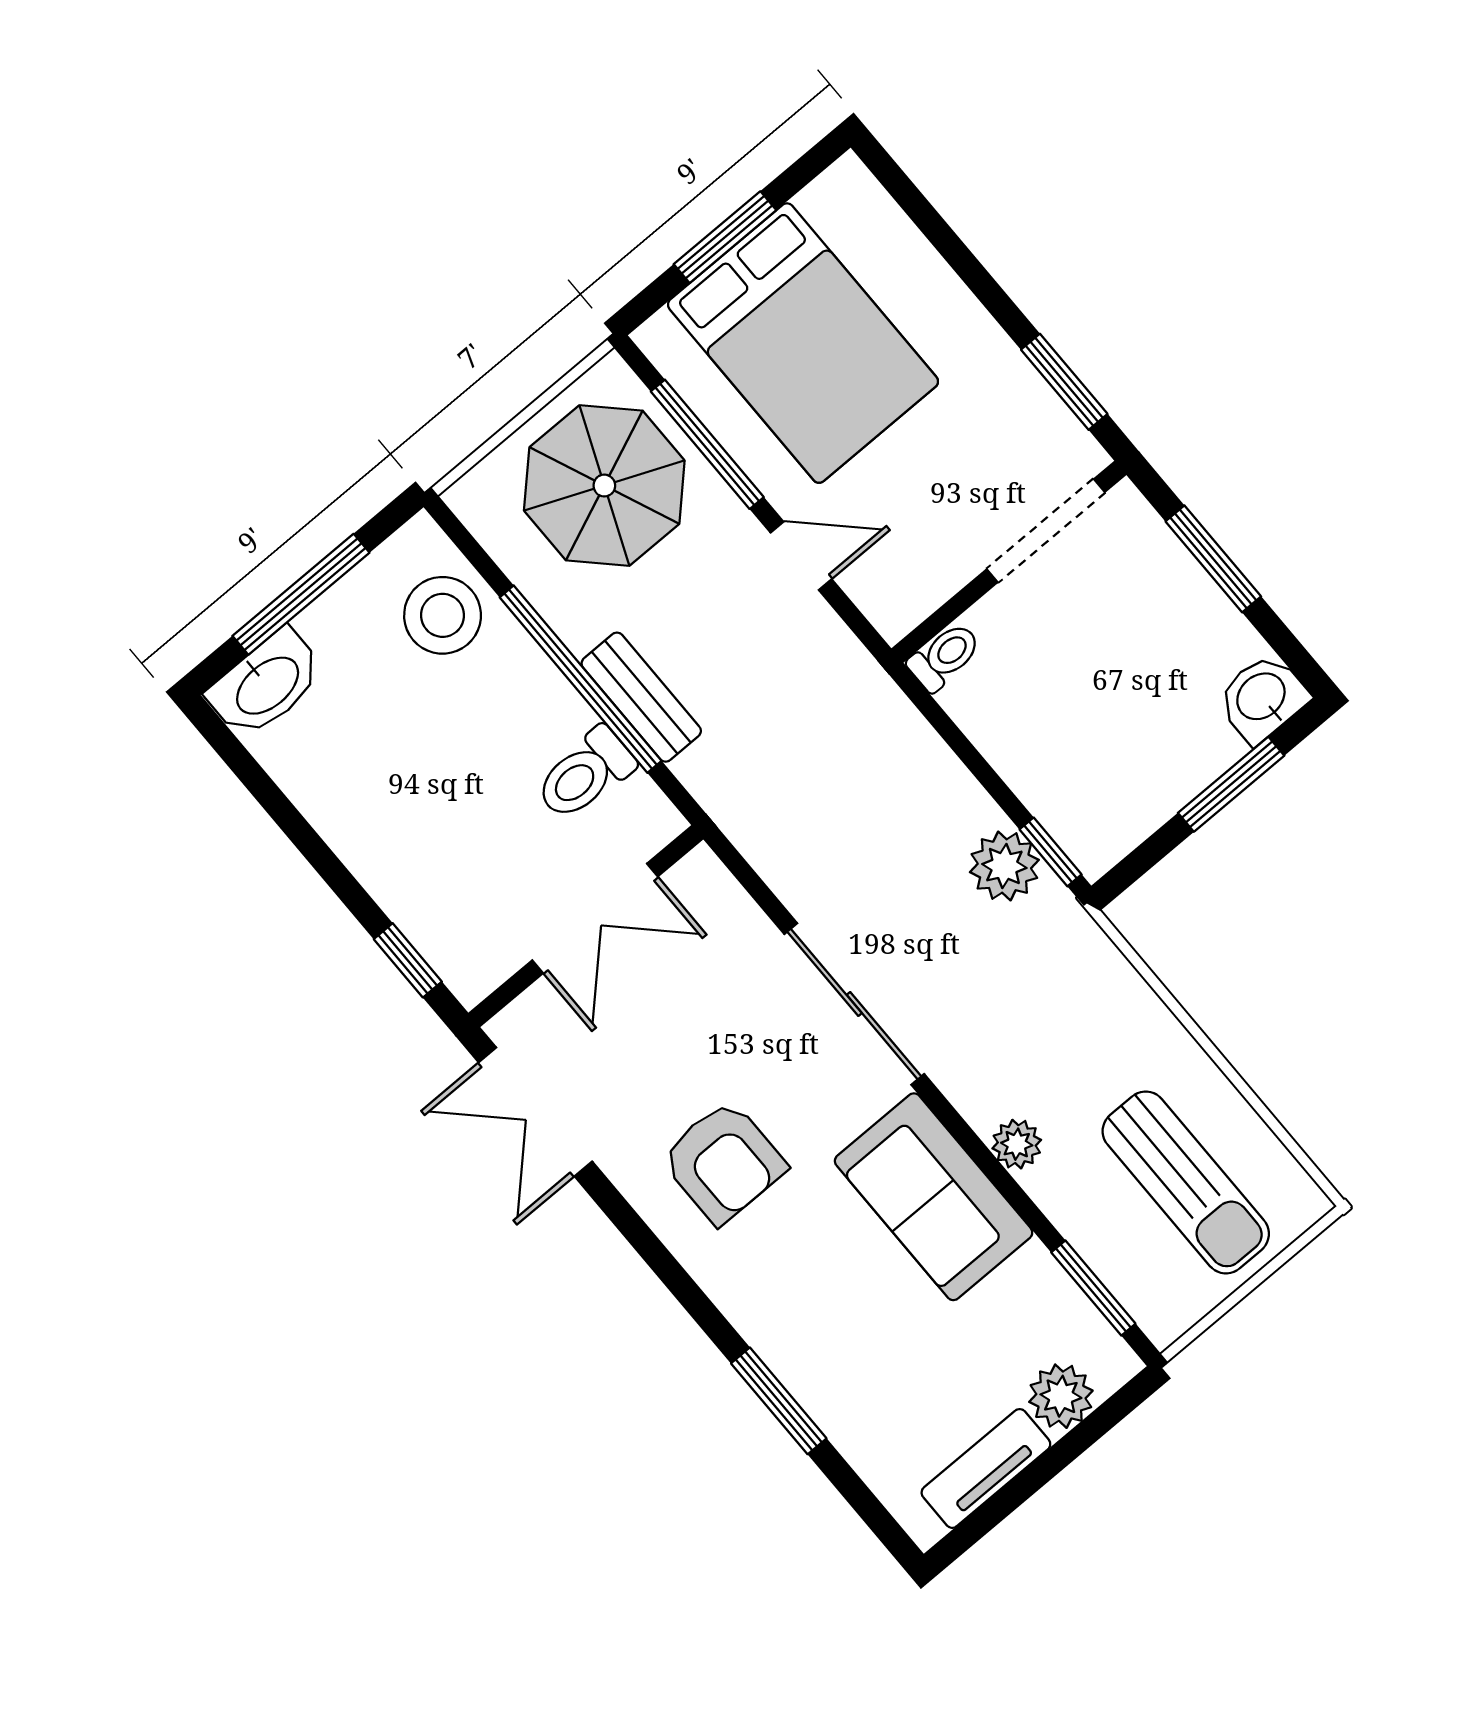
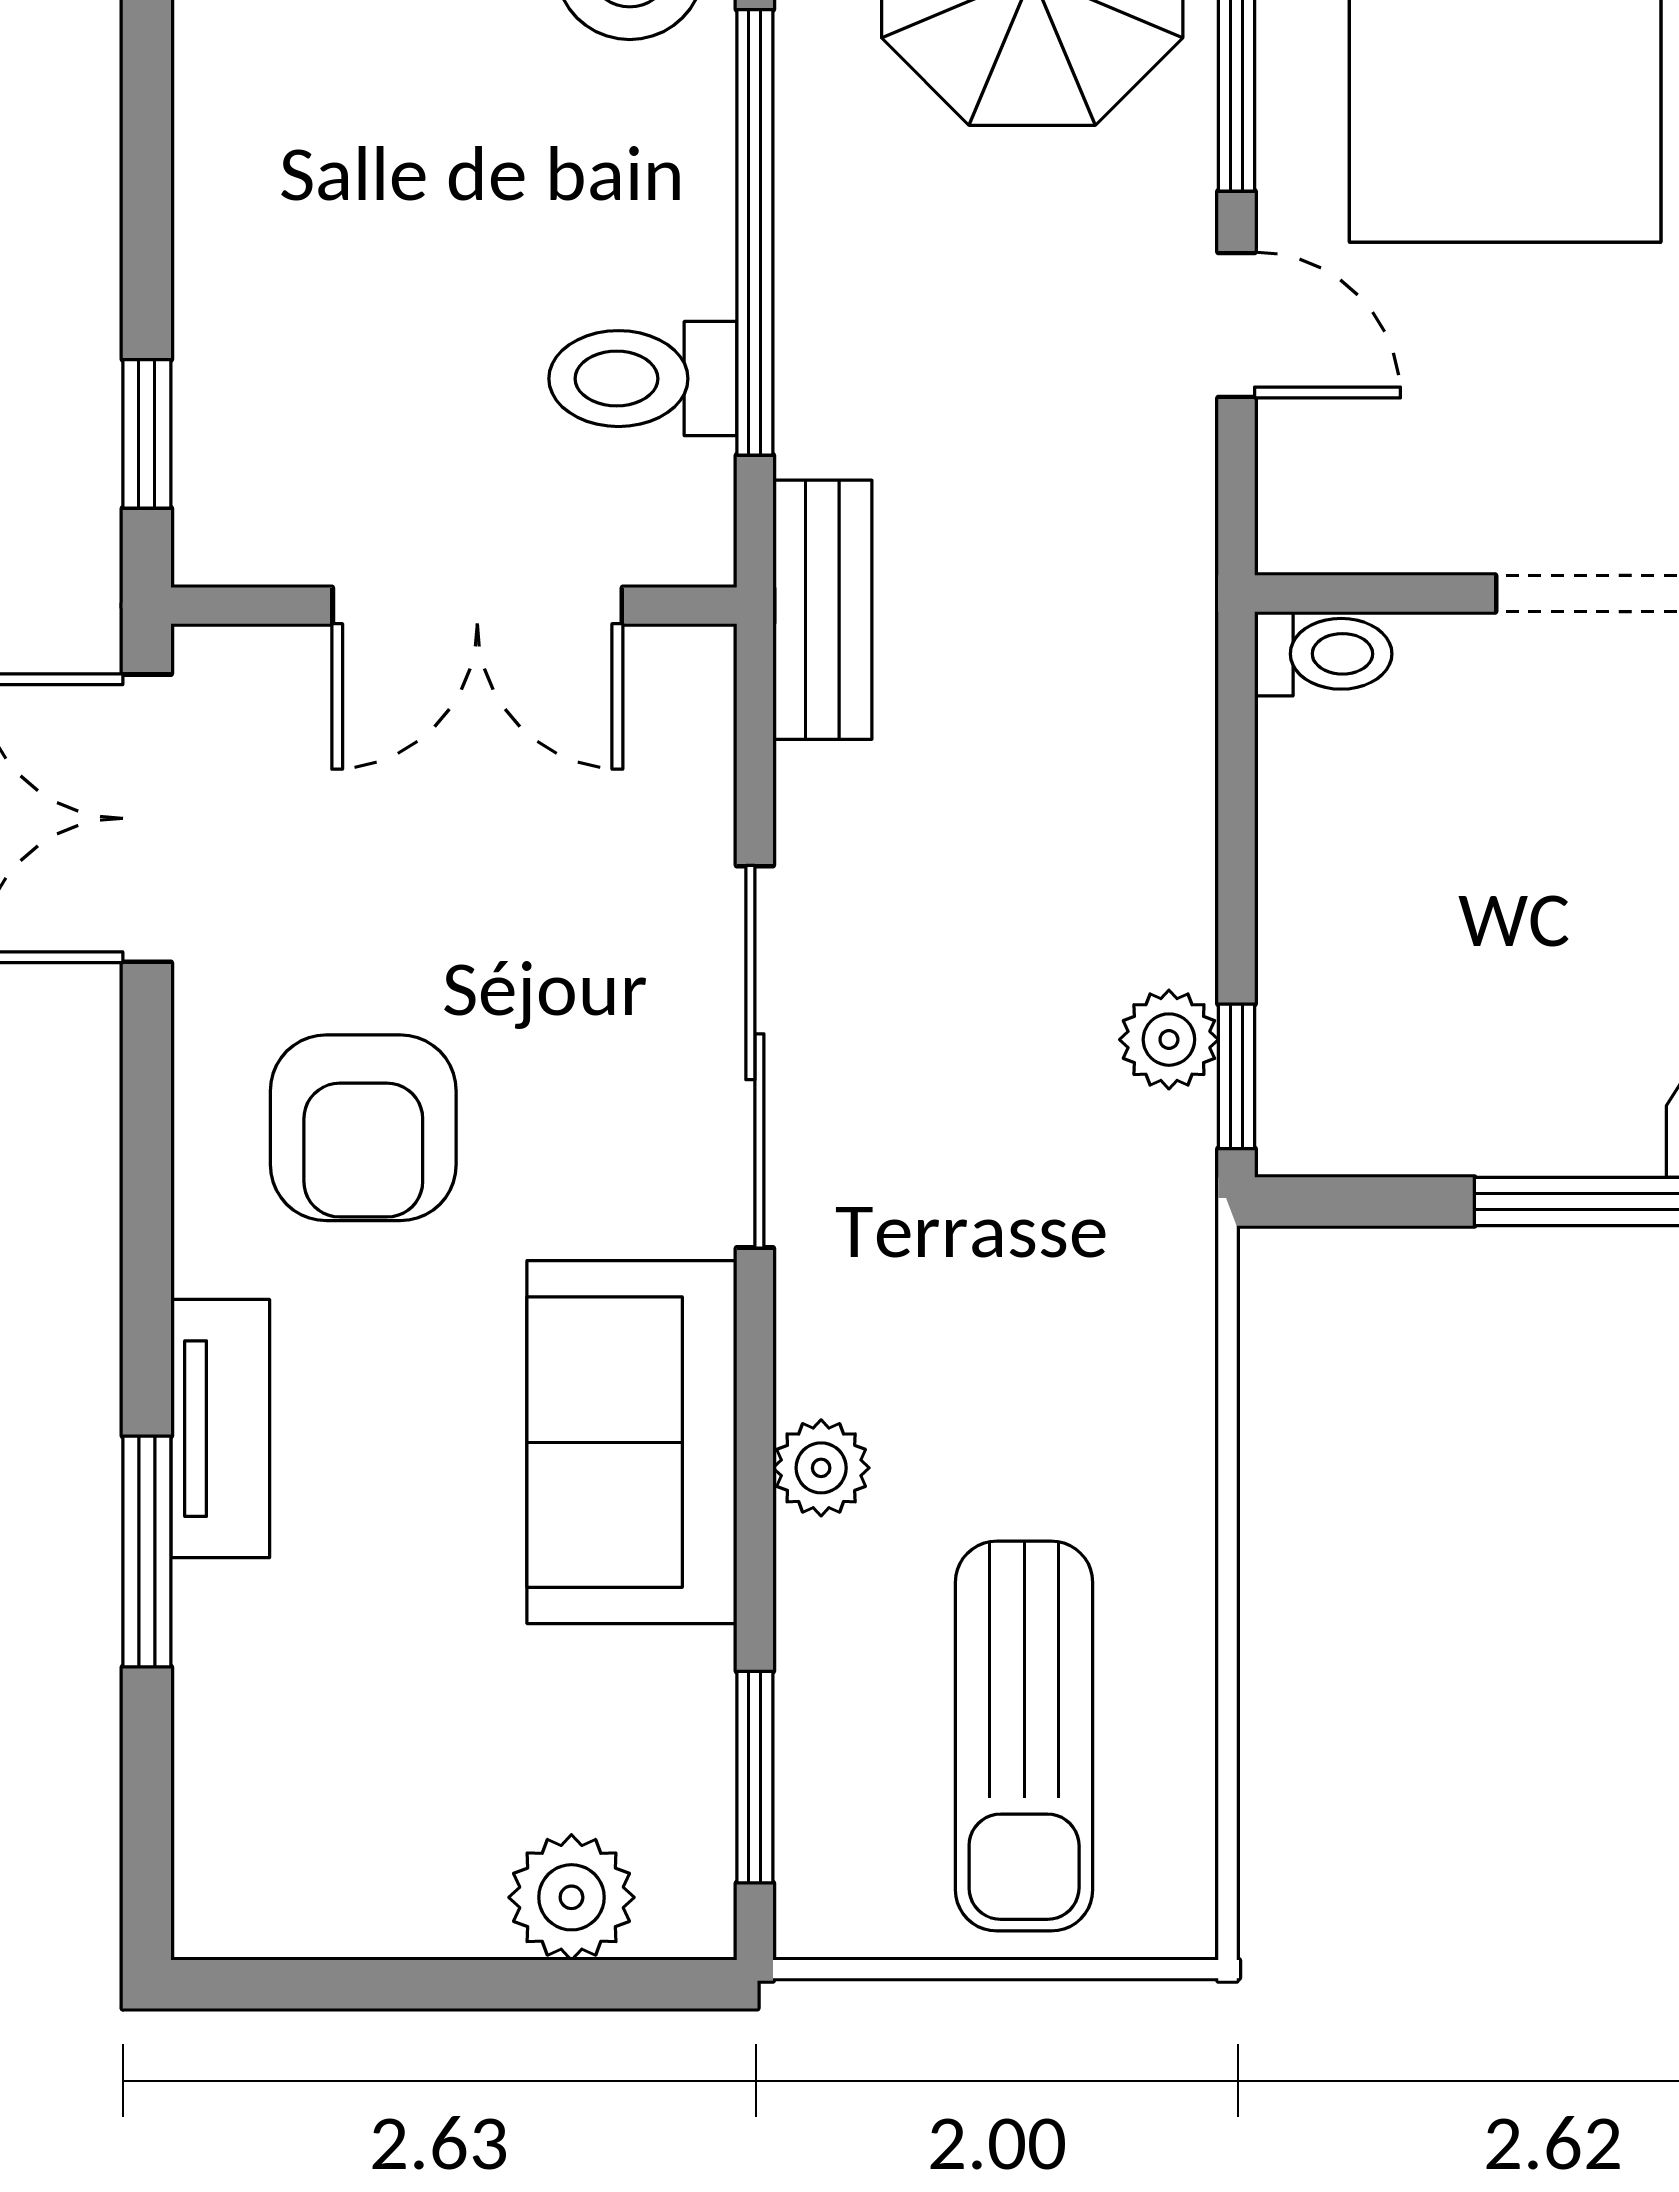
bench: (641, 697) -> (822, 610), moved
plant: (1004, 866) -> (1169, 1040), width x0.73, depth x0.73
tv unit: (986, 1468) -> (220, 1429), moved, turned 90

